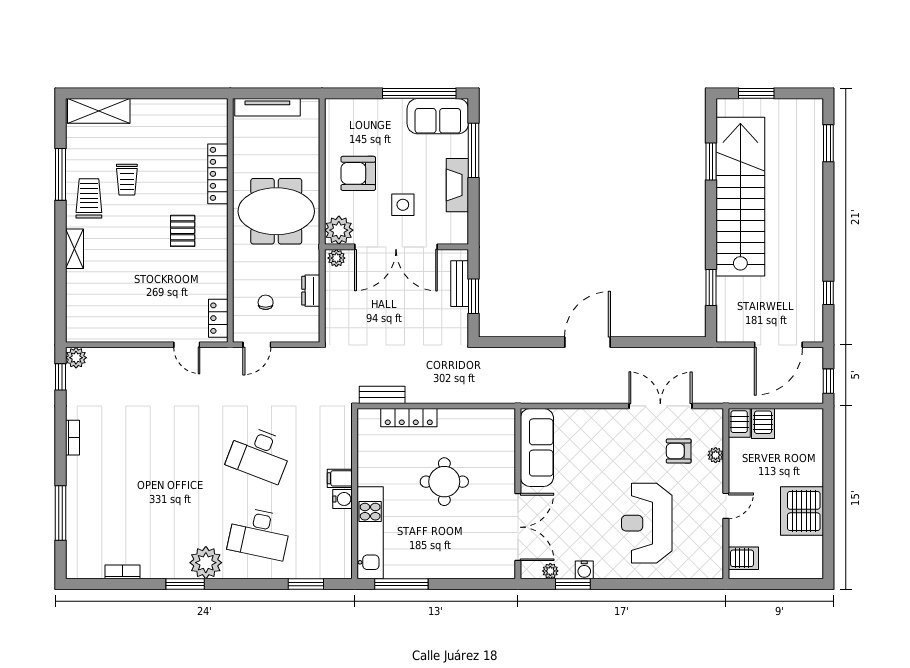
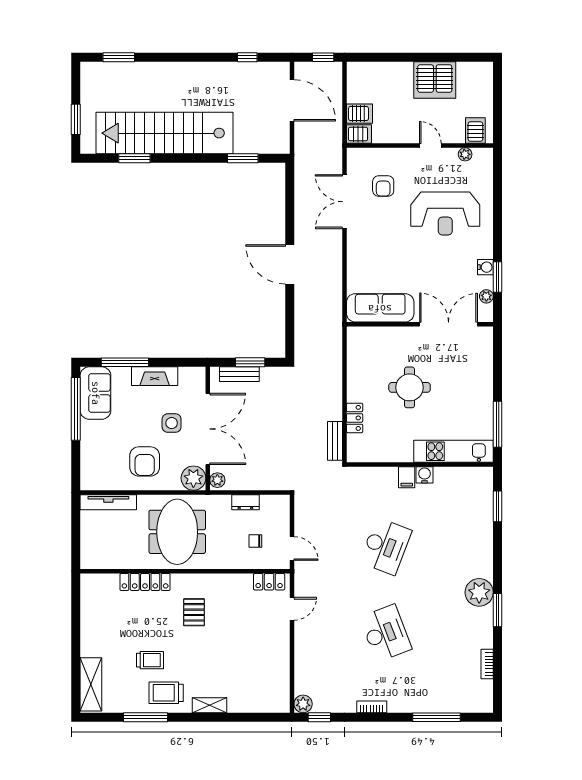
tv unit: (267, 107) -> (108, 502), moved, turned 90
pallet: (183, 231) -> (194, 612), turned 90
locker: (409, 418) -> (355, 418), width x0.66
plant: (716, 455) -> (465, 154), moved
desk: (259, 533) -> (386, 633), moved, turned -33

